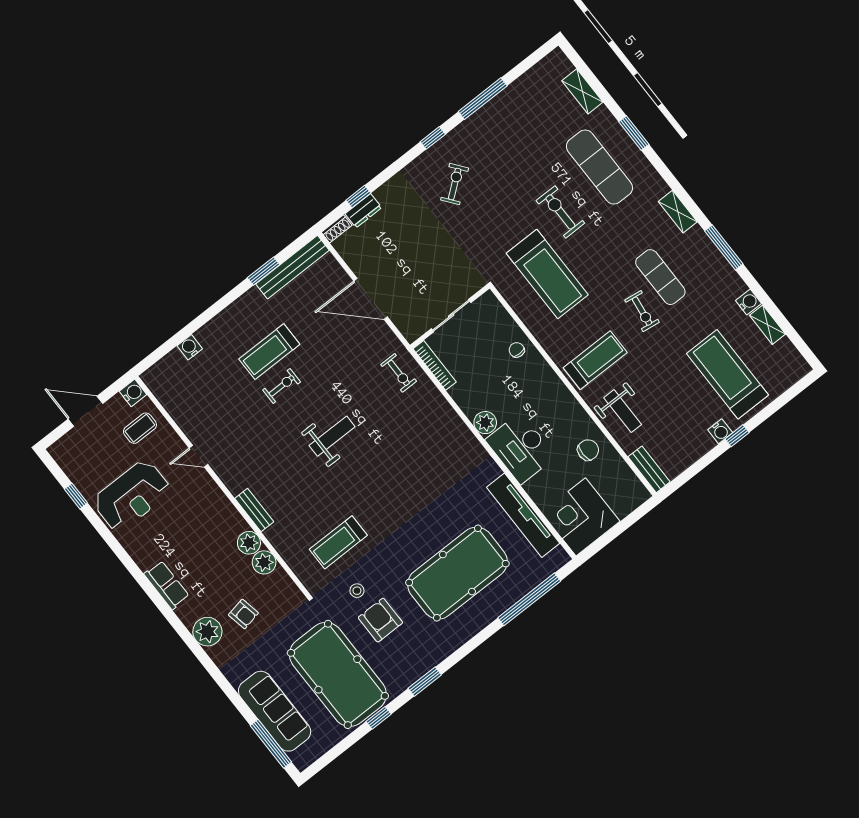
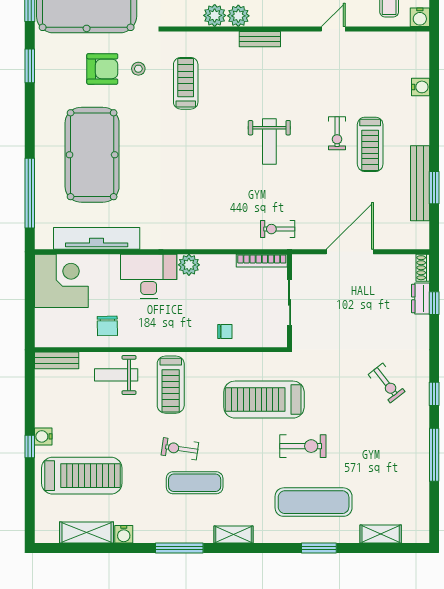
bench: (293, 267) -> (420, 183), moved
shelving: (767, 325) -> (86, 532), width x1.50, depth x1.33
treadmill: (269, 352) -> (370, 144), turned 180

